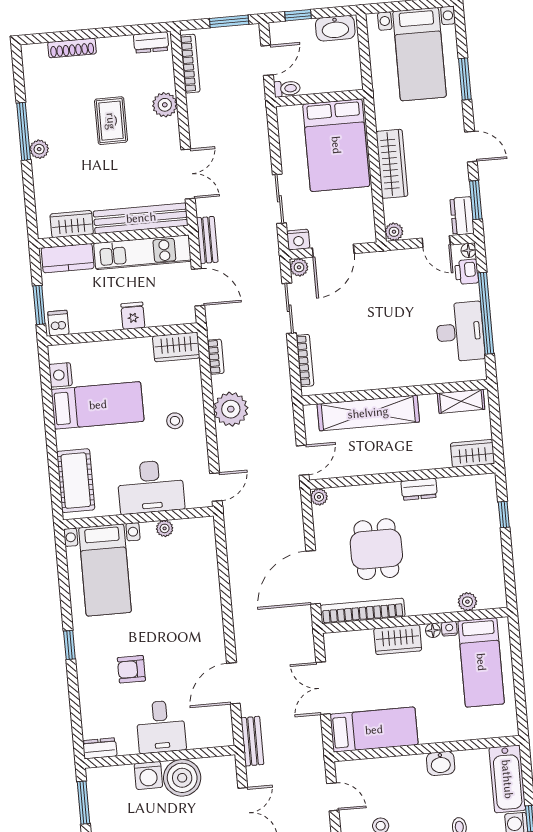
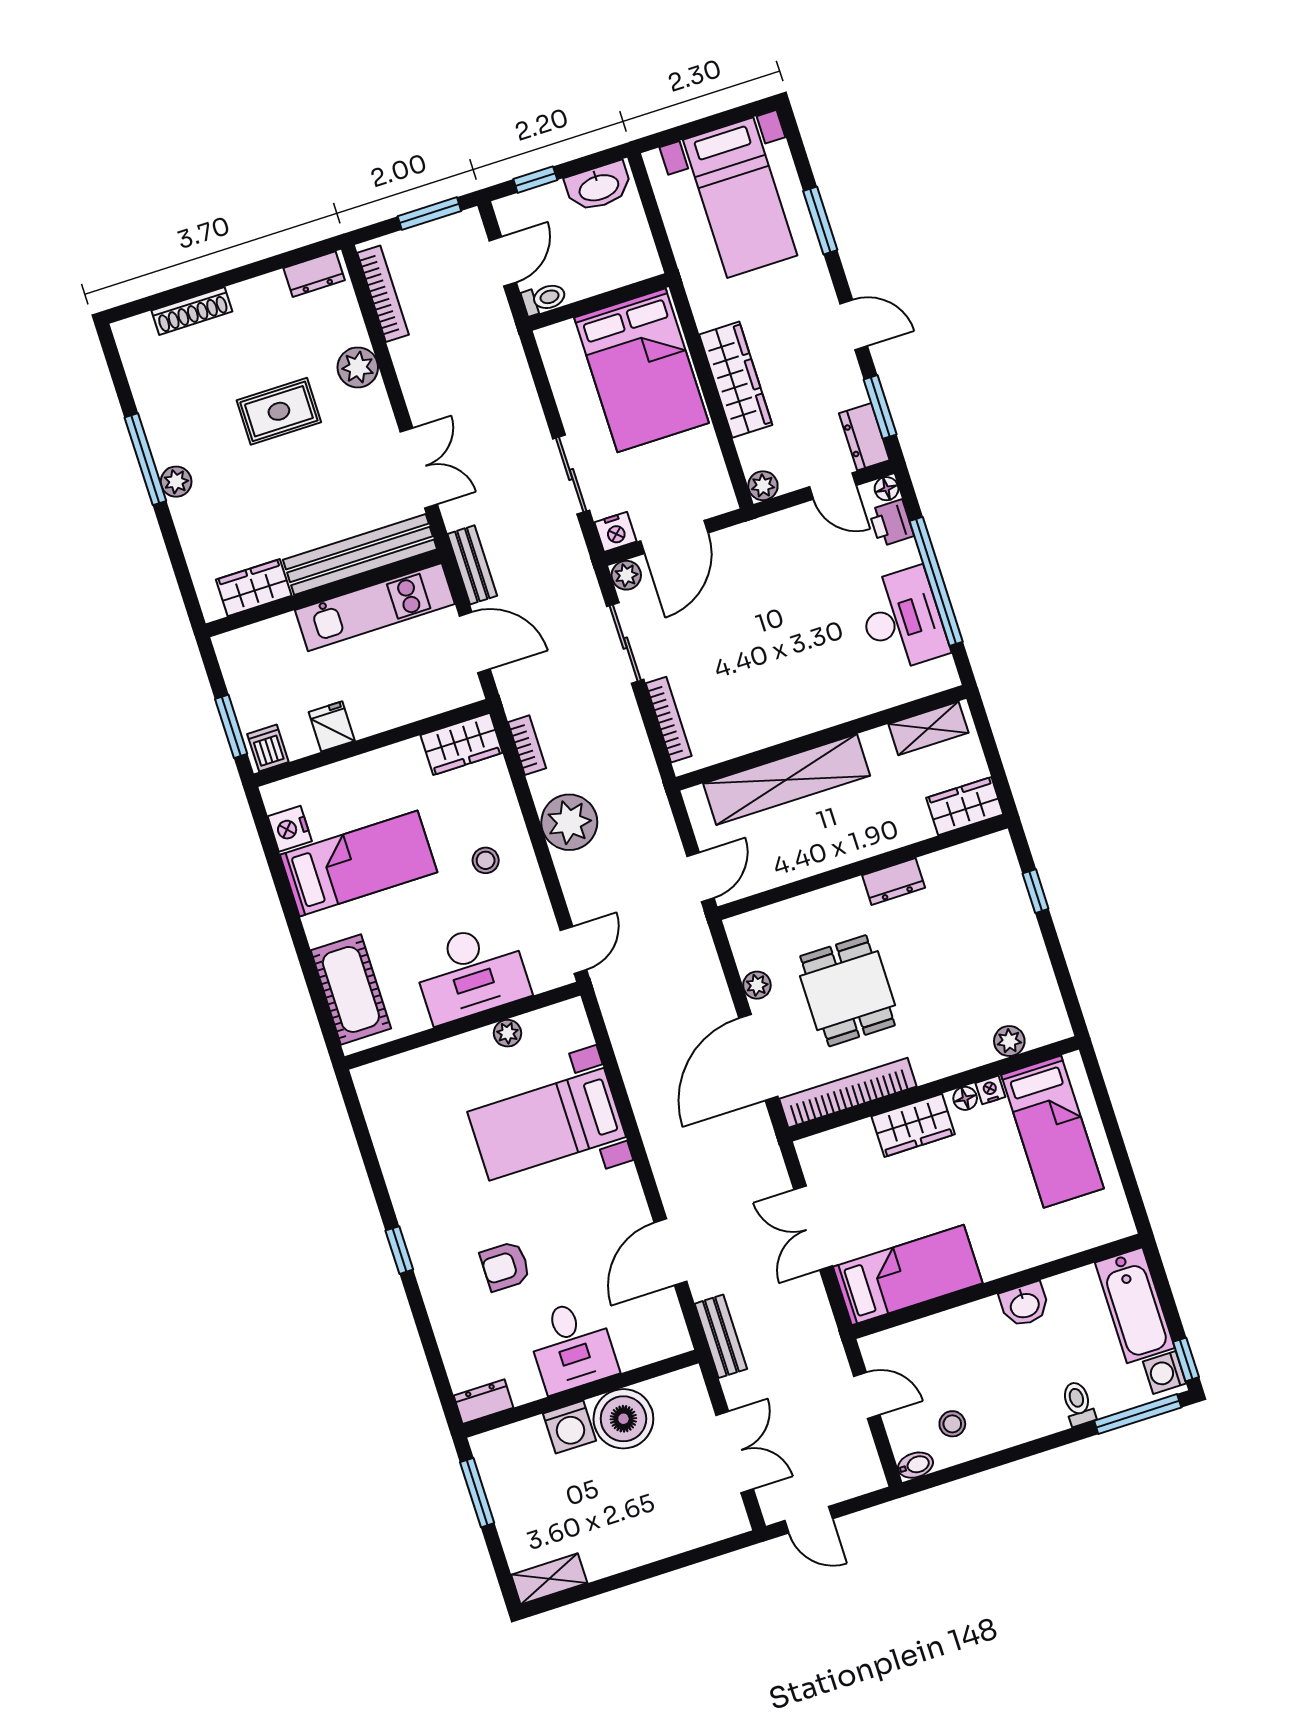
rug: (111, 121) -> (279, 411), turned 90
kitchen counter: (68, 258) -> (259, 643), removed
fridge: (133, 316) -> (332, 726), moved
plant: (319, 497) -> (757, 985), moved
bed with nightstands: (105, 570) -> (547, 1124), moved, turned 90

